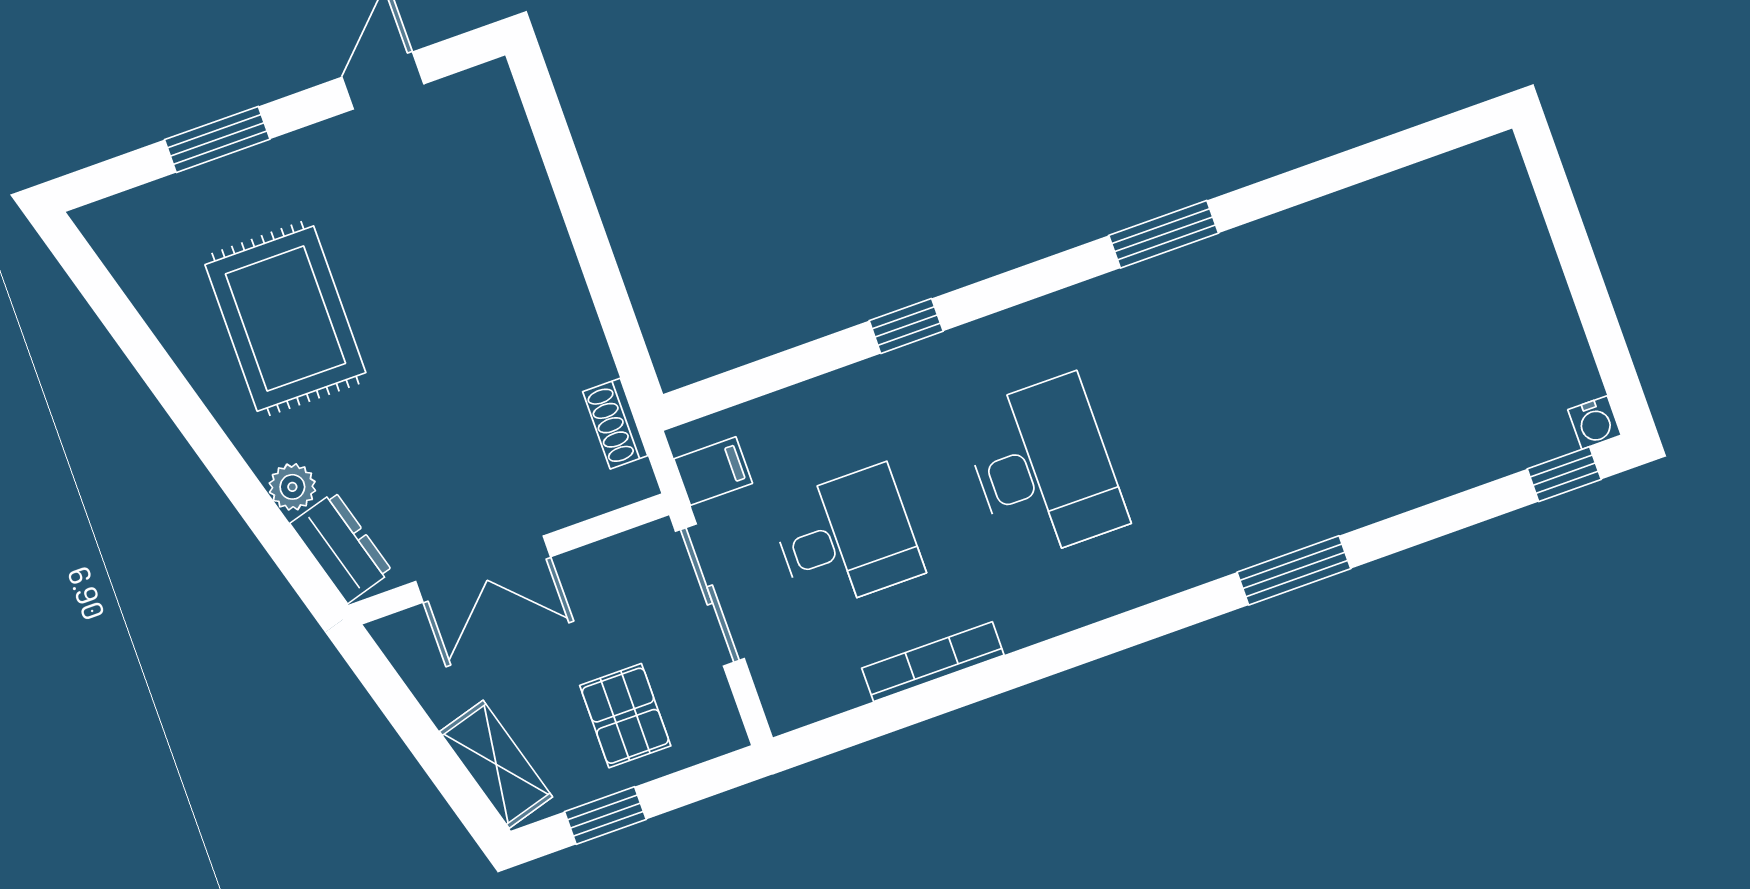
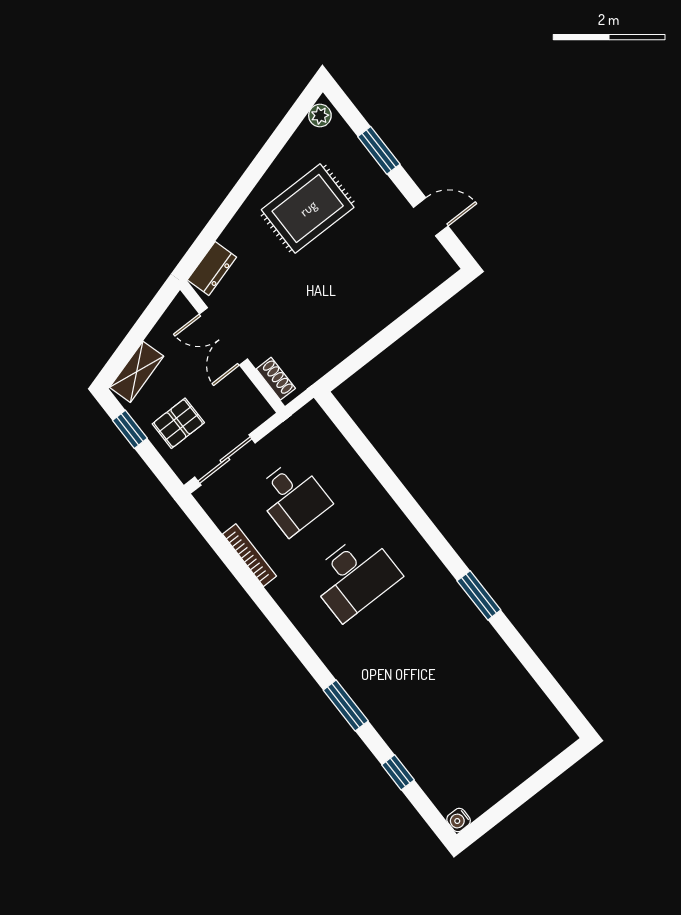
window: (906, 326) -> (398, 492), removed
shoe rack: (615, 424) -> (276, 379), moved, turned 90
filing cabinet: (713, 471) -> (303, 426), removed
window: (1564, 474) -> (398, 772), moved
plant: (292, 487) -> (320, 115), moved
sliding door: (710, 595) -> (225, 460), moved

